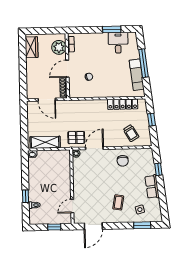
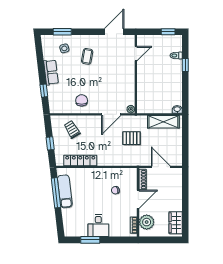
desk: (118, 43) -> (98, 226), moved
window: (144, 63) -> (56, 193), moved
pallet: (76, 138) -> (132, 138), moved
window: (54, 227) -> (168, 32), moved

